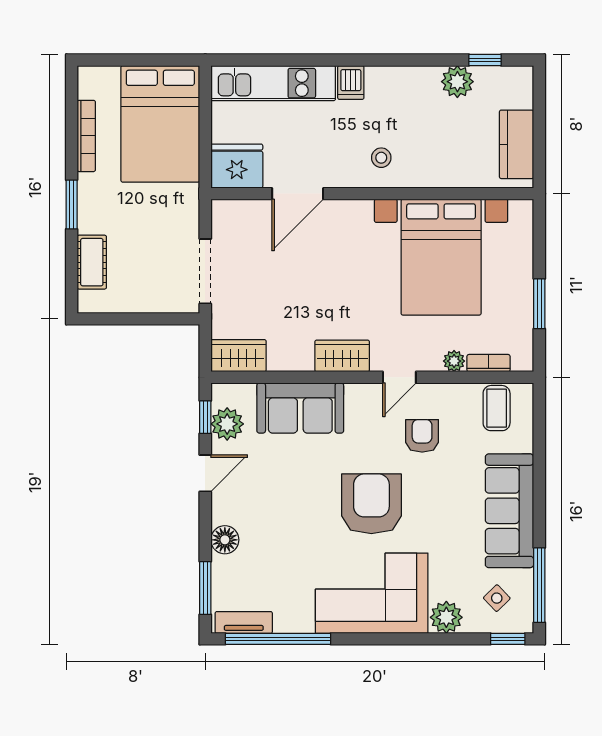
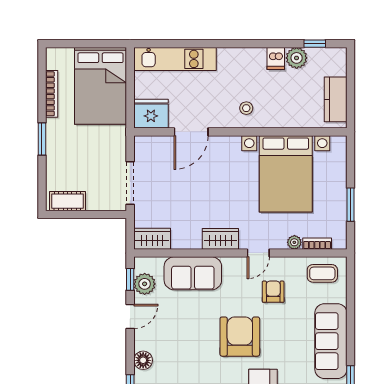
dishwasher: (351, 82) -> (276, 59), moved
cot: (92, 262) -> (67, 201), moved, turned 90
coffee table: (497, 408) -> (322, 273), turned 90

